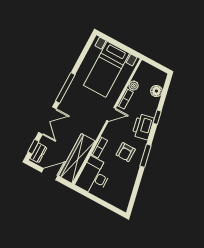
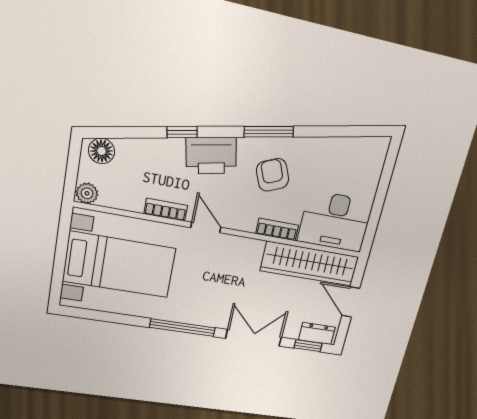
plant: (134, 86) -> (87, 193), moved
floor lamp: (156, 91) -> (102, 151), moved
armchair: (126, 152) -> (273, 175), turned -113

